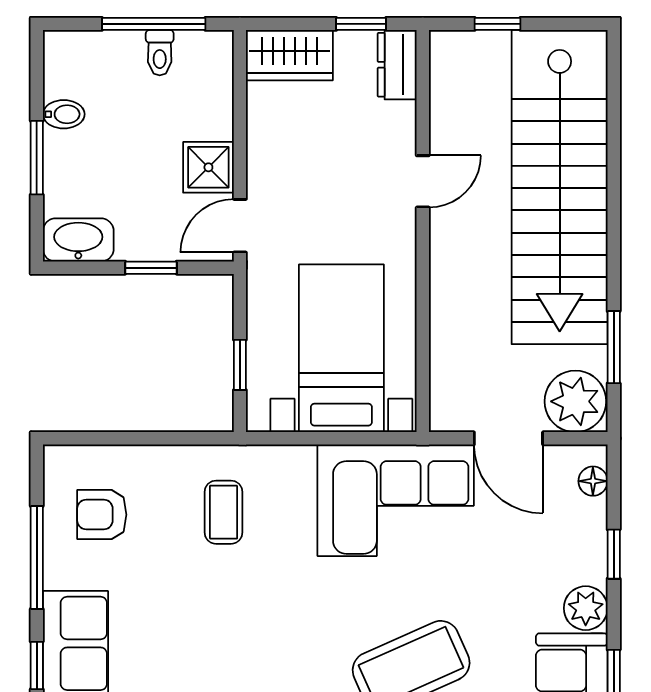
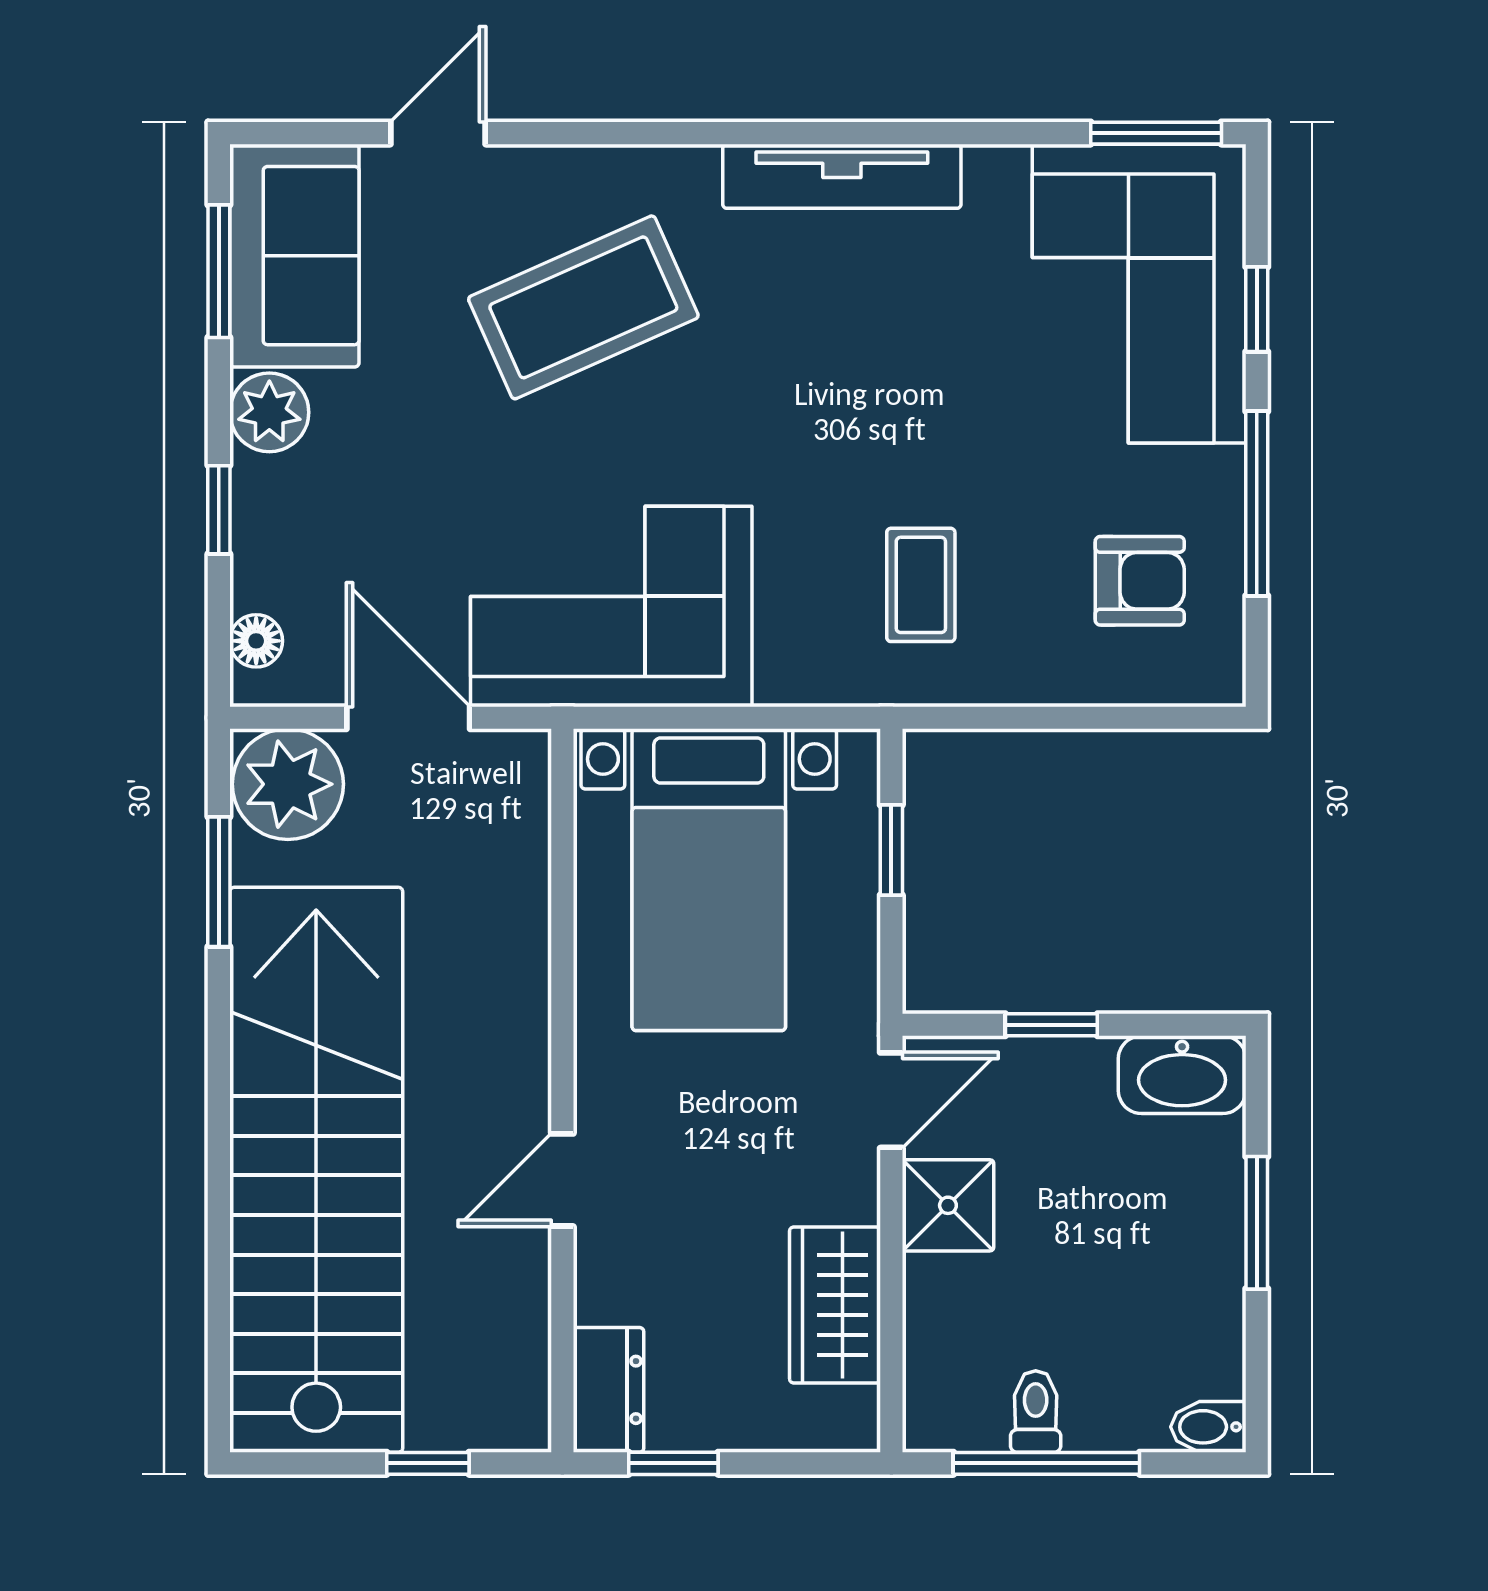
wardrobe: (289, 55) -> (835, 1305), moved, turned -90
bidet: (64, 114) -> (1208, 1427), moved

